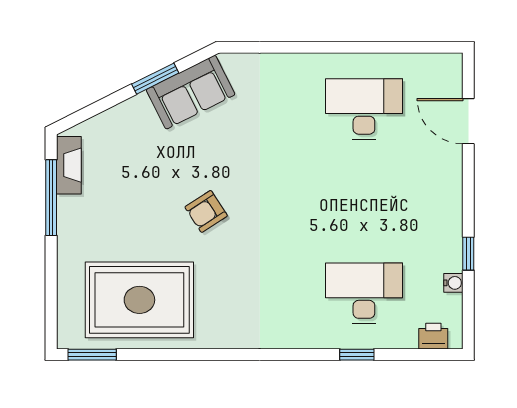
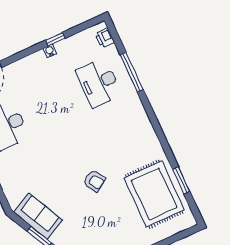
water cooler: (453, 283) -> (50, 51), moved
window: (92, 355) -> (181, 180), moved
window: (357, 355) -> (132, 72), width x2.17

